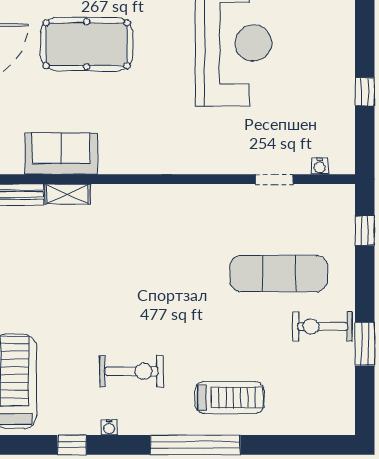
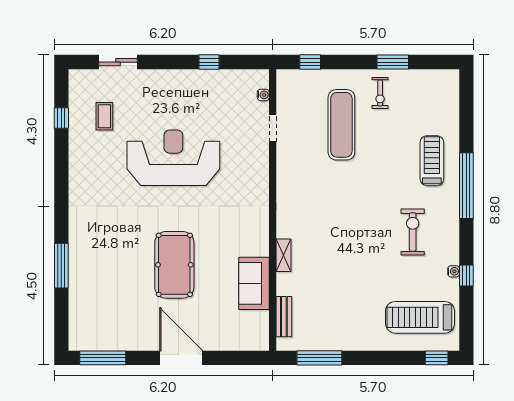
shelving: (68, 194) -> (284, 255), moved
exercise bike: (322, 327) -> (380, 93), width x0.73, depth x0.72
water cooler: (109, 427) -> (454, 271), moved

